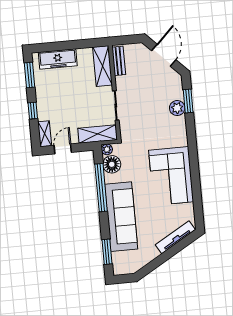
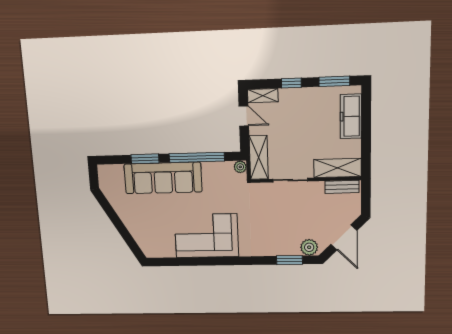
door: (164, 55) -> (344, 237), hinge flipped
plant: (177, 108) -> (309, 247), moved
floor lamp: (112, 164) -> (223, 171), removed
tv unit: (175, 237) -> (138, 235), removed
window: (107, 252) -> (145, 159), moved

